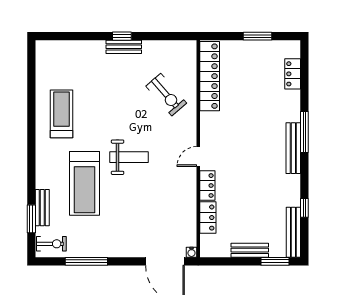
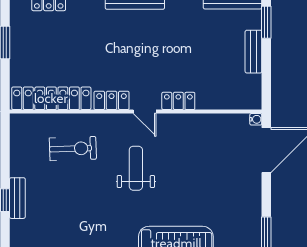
exercise bike: (166, 95) -> (73, 149), turned 39
weight bench: (129, 157) -> (136, 168), moved
locker: (208, 218) -> (112, 100), moved

